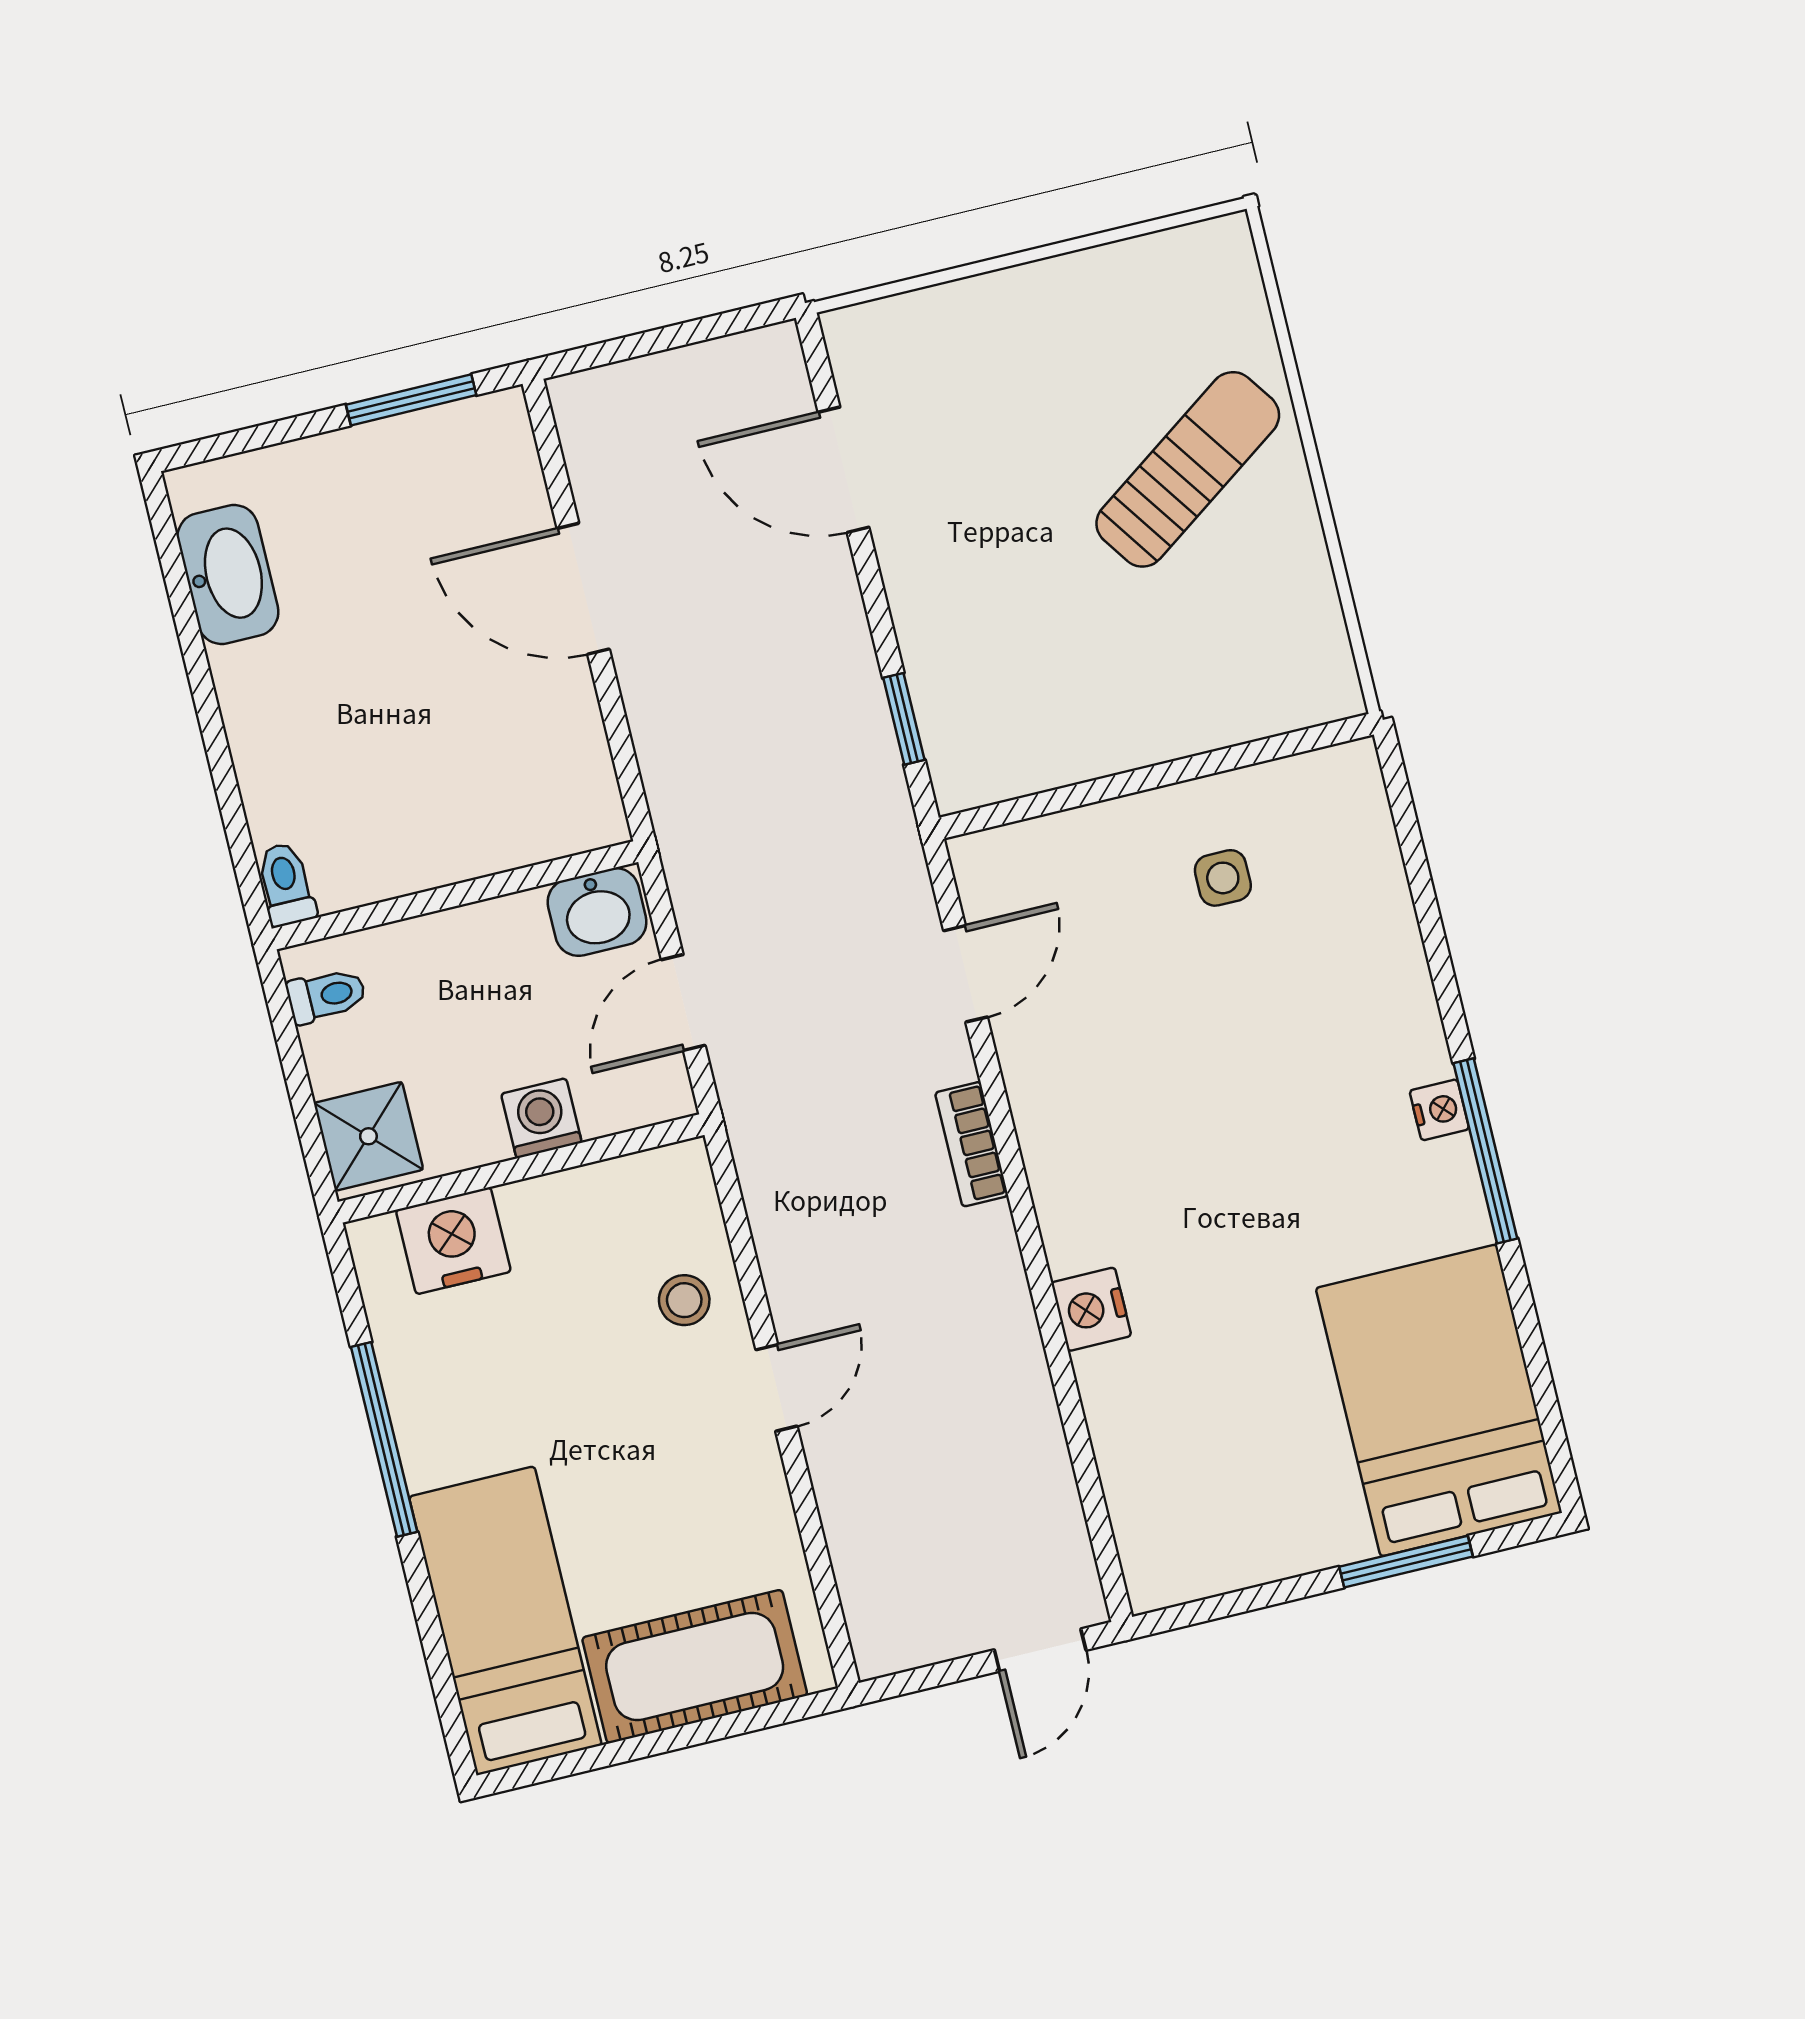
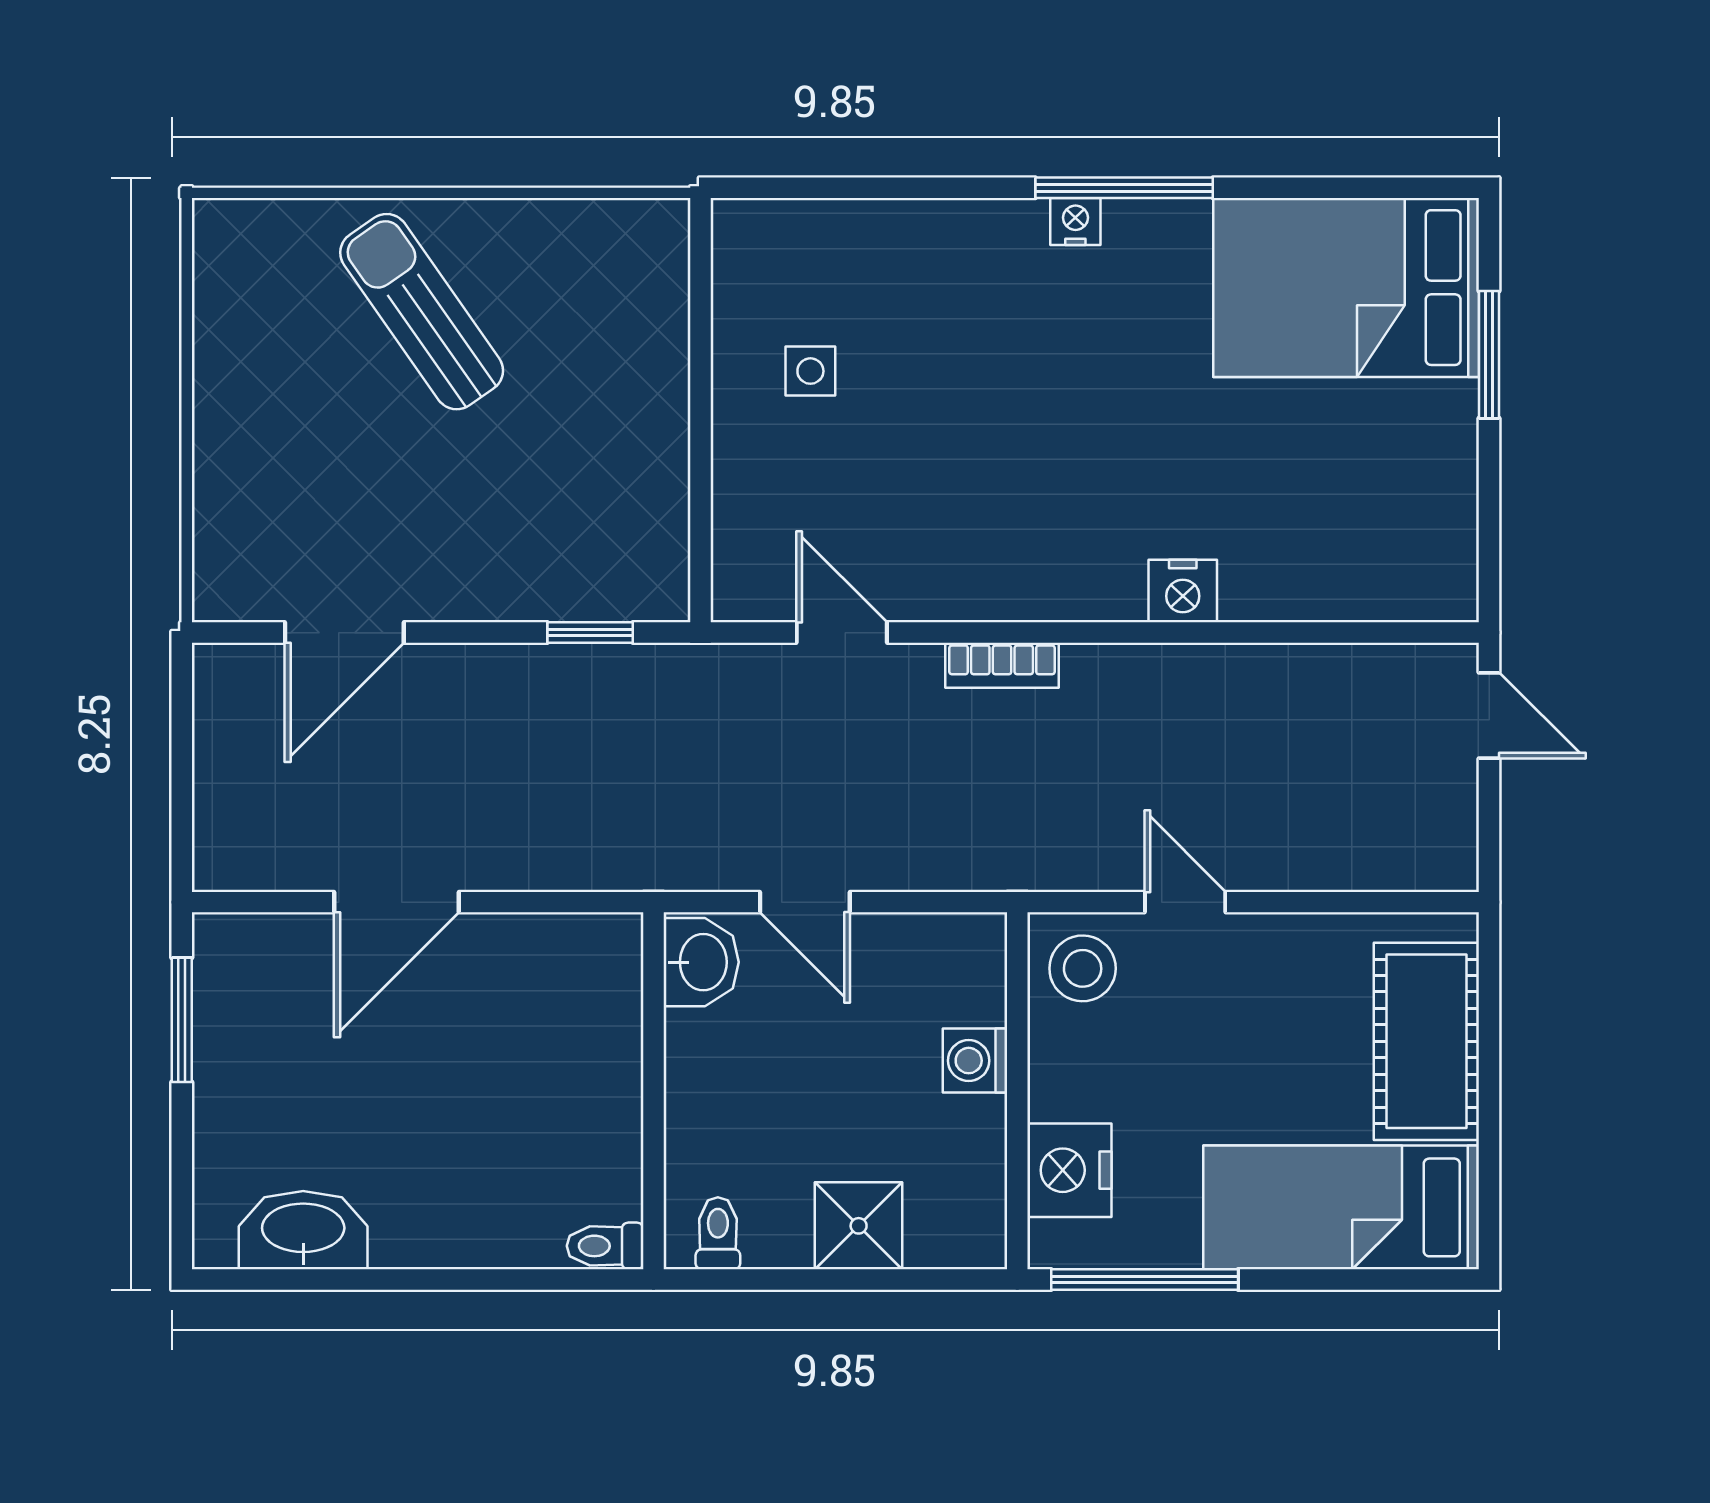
washing machine: (541, 1118) -> (975, 1061), moved
wall: (521, 1168) -> (1017, 1091), moved
nightstand: (453, 1241) -> (1069, 1170), moved
stool: (684, 1300) -> (1083, 968), width x1.37, depth x1.37

